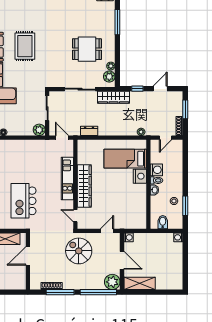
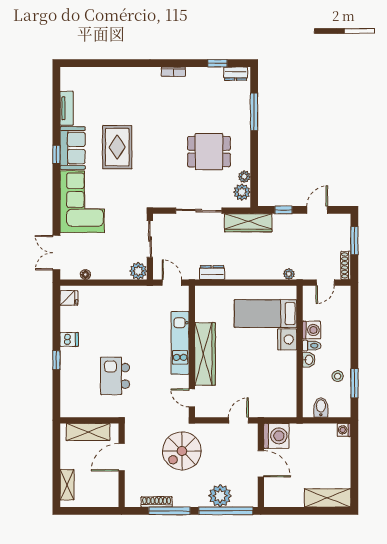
kitchen island: (23, 201) -> (115, 376), width x0.73, depth x0.78
washing machine: (129, 237) -> (276, 436), width x1.89, depth x1.89
spiral stairs: (79, 251) -> (182, 451), moved, turned -90
plant: (112, 282) -> (220, 496), moved
shelving: (140, 283) -> (328, 498), moved

